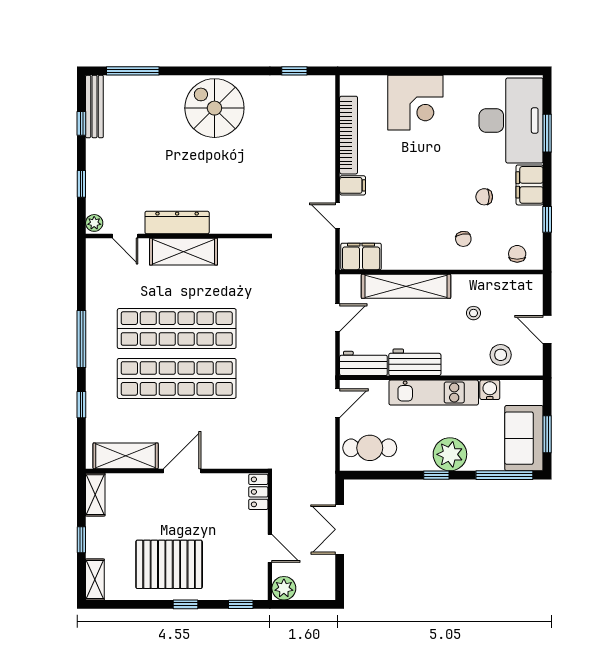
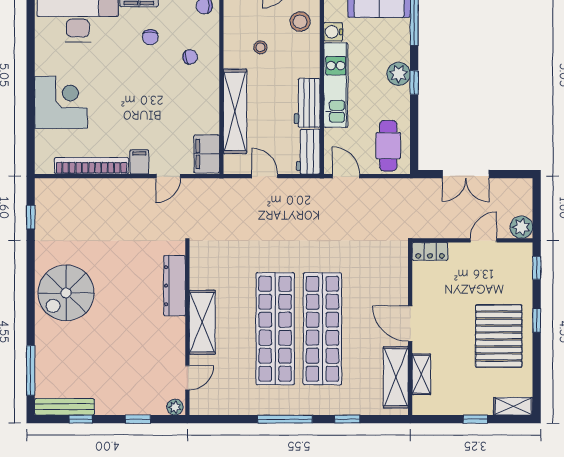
dresser: (177, 222) -> (175, 286), moved
plant: (450, 454) -> (399, 74), width x0.73, depth x0.73
shelving: (95, 495) -> (421, 374), moved, turned 90

